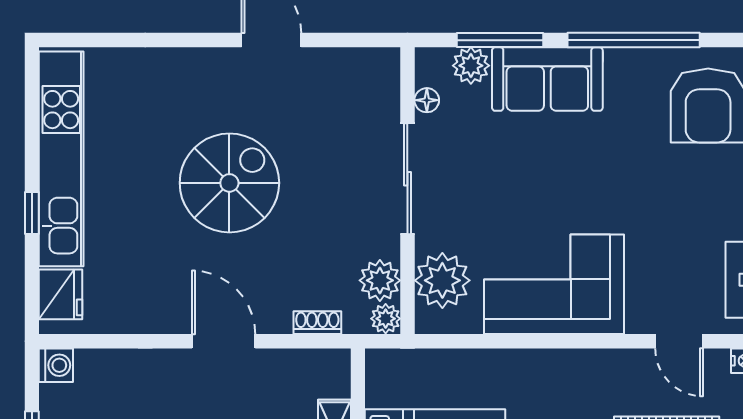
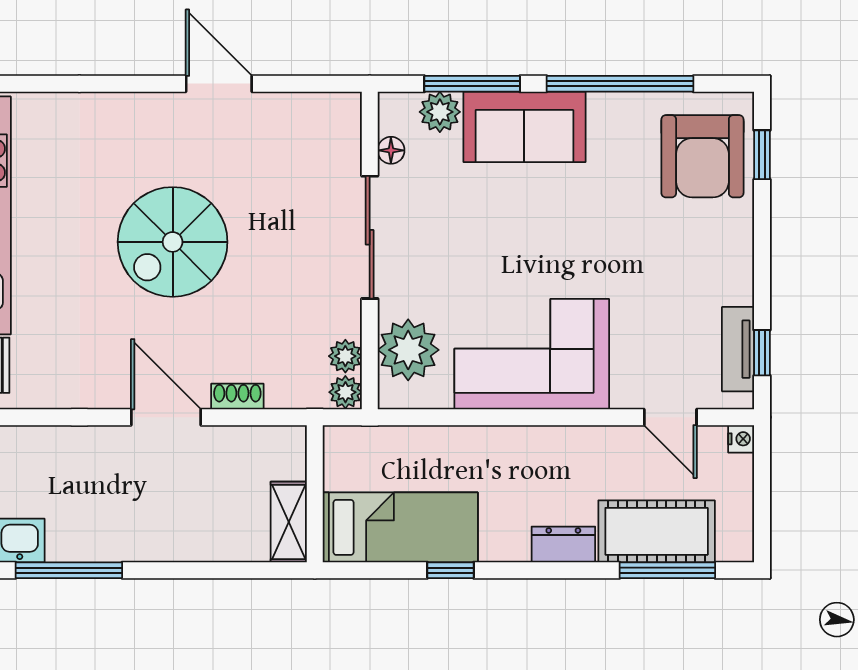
spiral stairs: (229, 183) -> (173, 242), turned 180
plant: (380, 280) -> (345, 356), width x0.73, depth x0.73
shoe rack: (317, 323) -> (237, 397), moved

